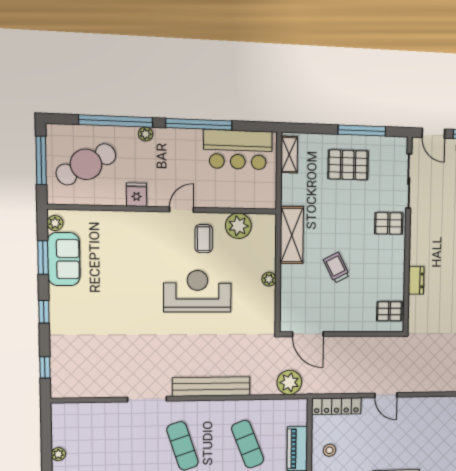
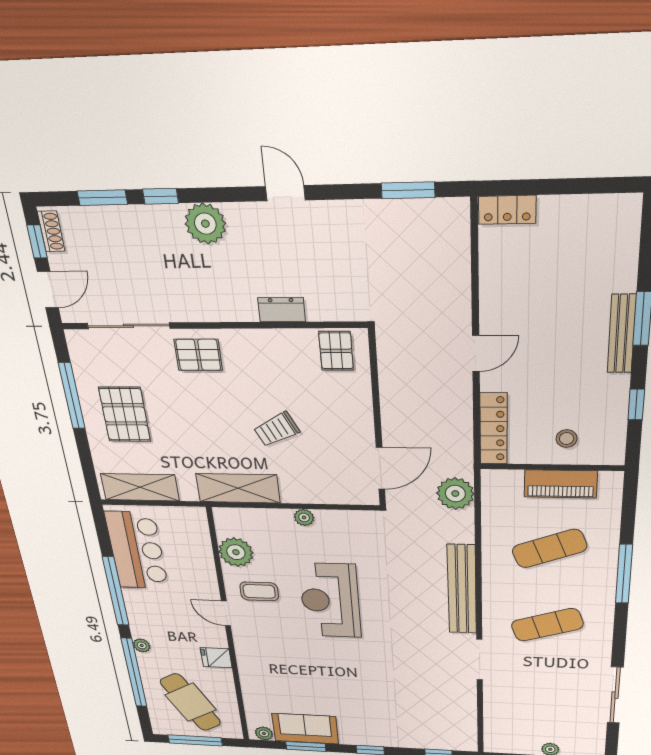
shelving: (289, 155) -> (140, 487), width x1.50, depth x1.33
pallet: (389, 223) -> (198, 355), turned 90

